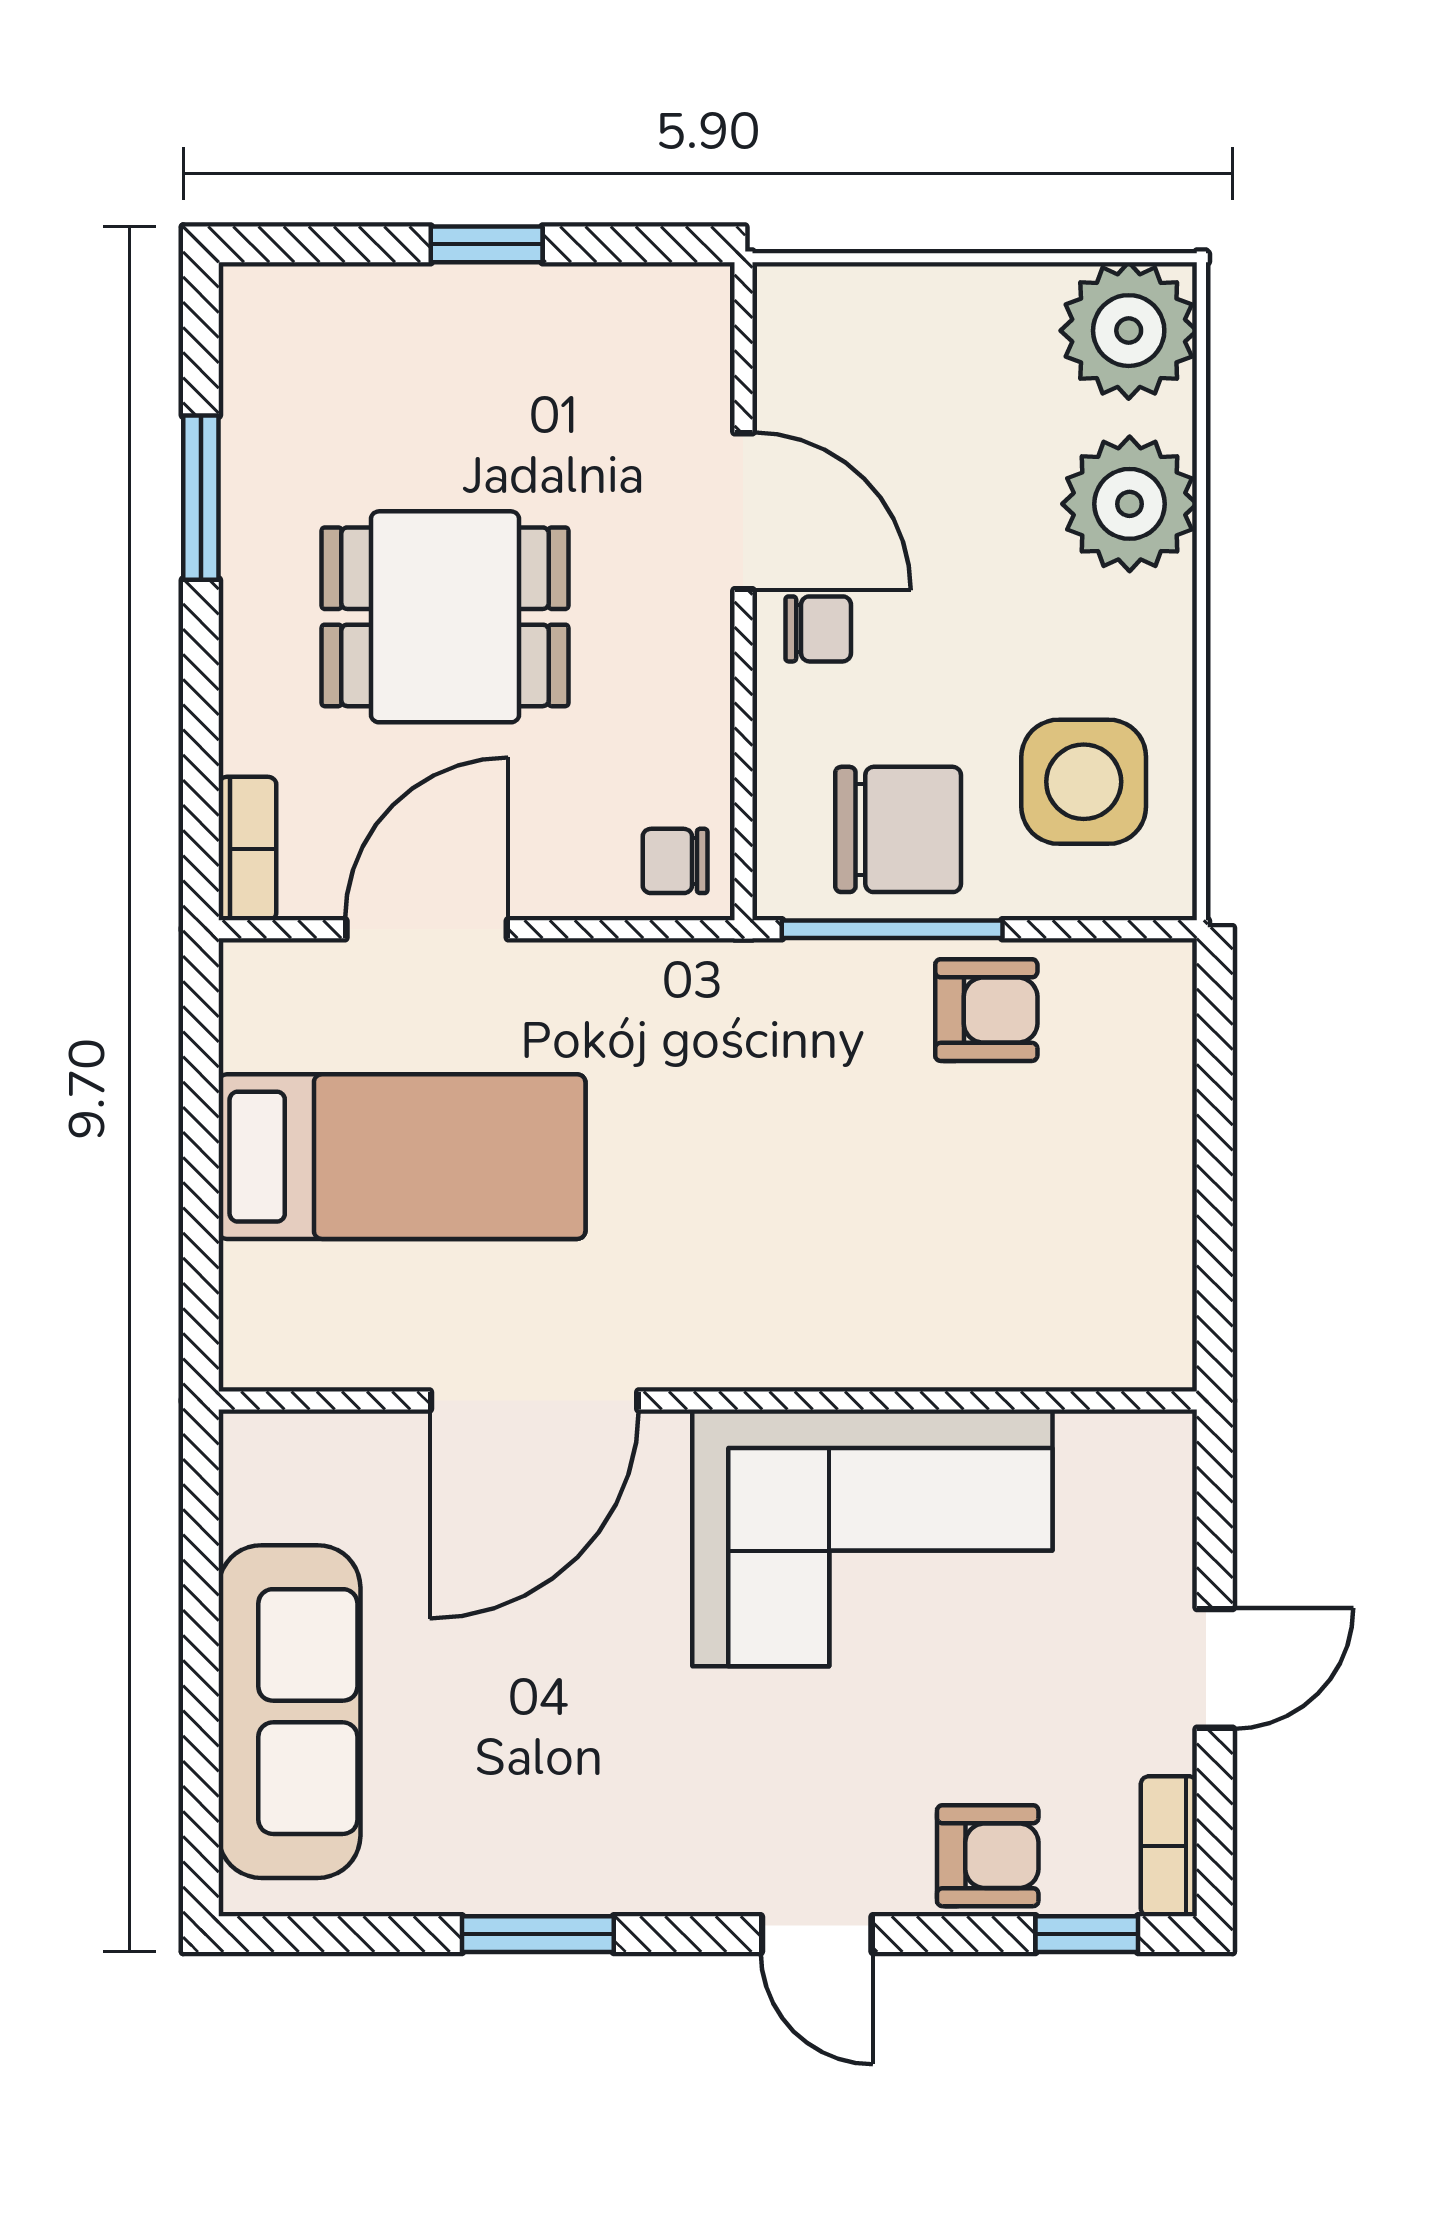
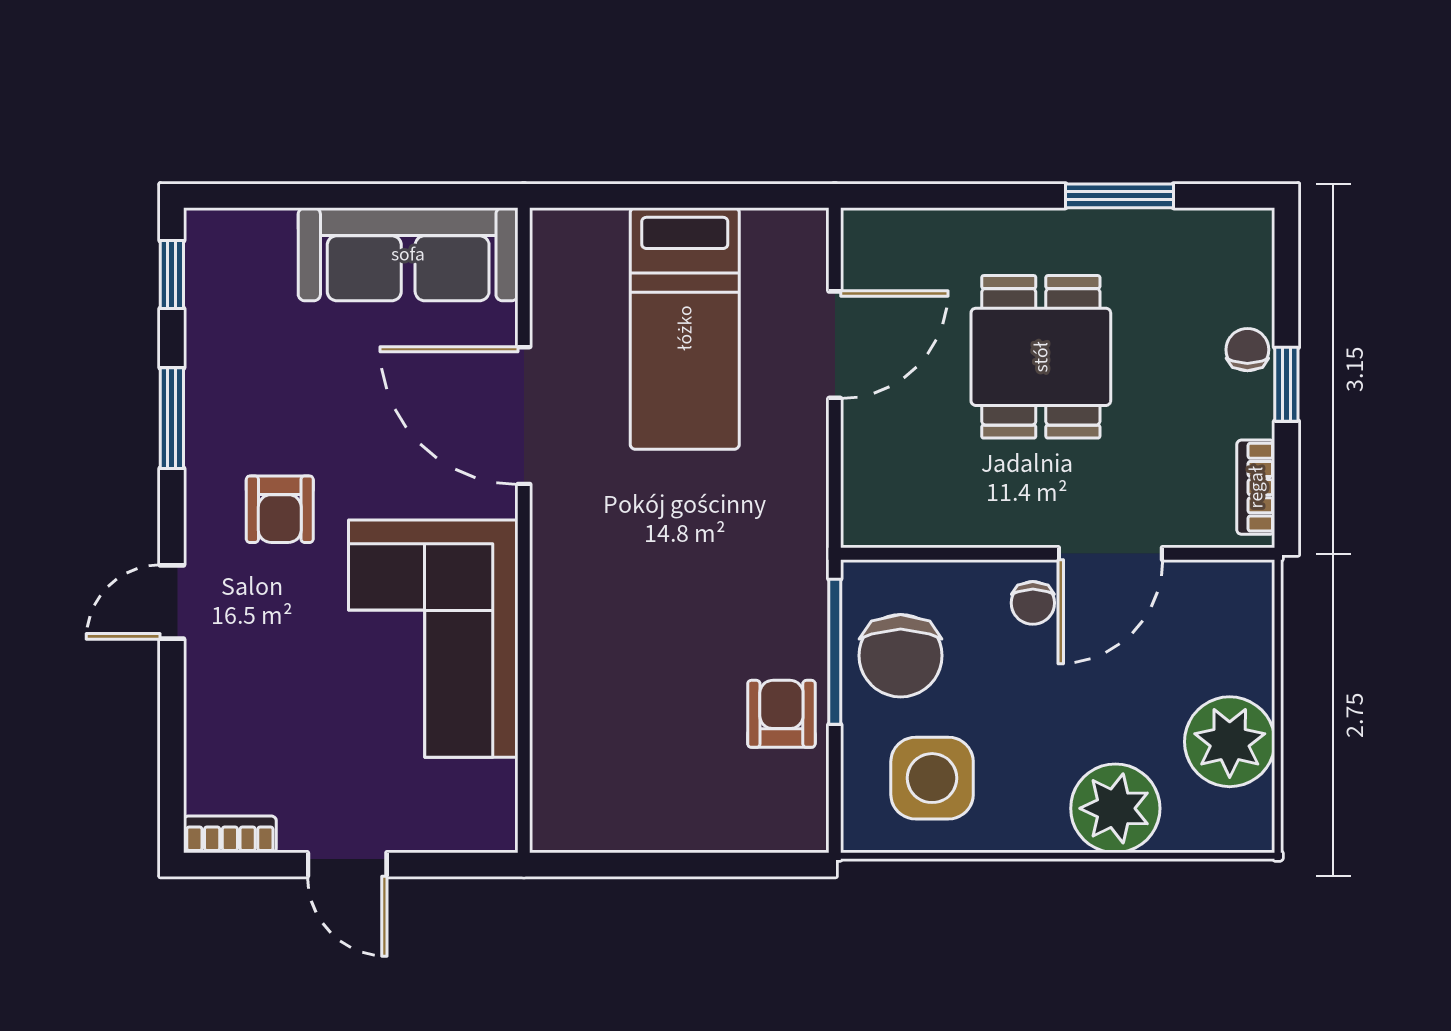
plant: (1129, 331) -> (1230, 742), moved
bookcase: (247, 849) -> (1256, 487), moved, turned 90
chair: (675, 861) -> (1247, 350), moved
door: (427, 929) -> (835, 345), hinge flipped
armchair: (986, 1010) -> (781, 714), turned 180
sofa: (289, 1712) -> (408, 254), moved
armchair: (988, 1856) -> (280, 509), moved
window: (1087, 1934) -> (172, 275), moved

